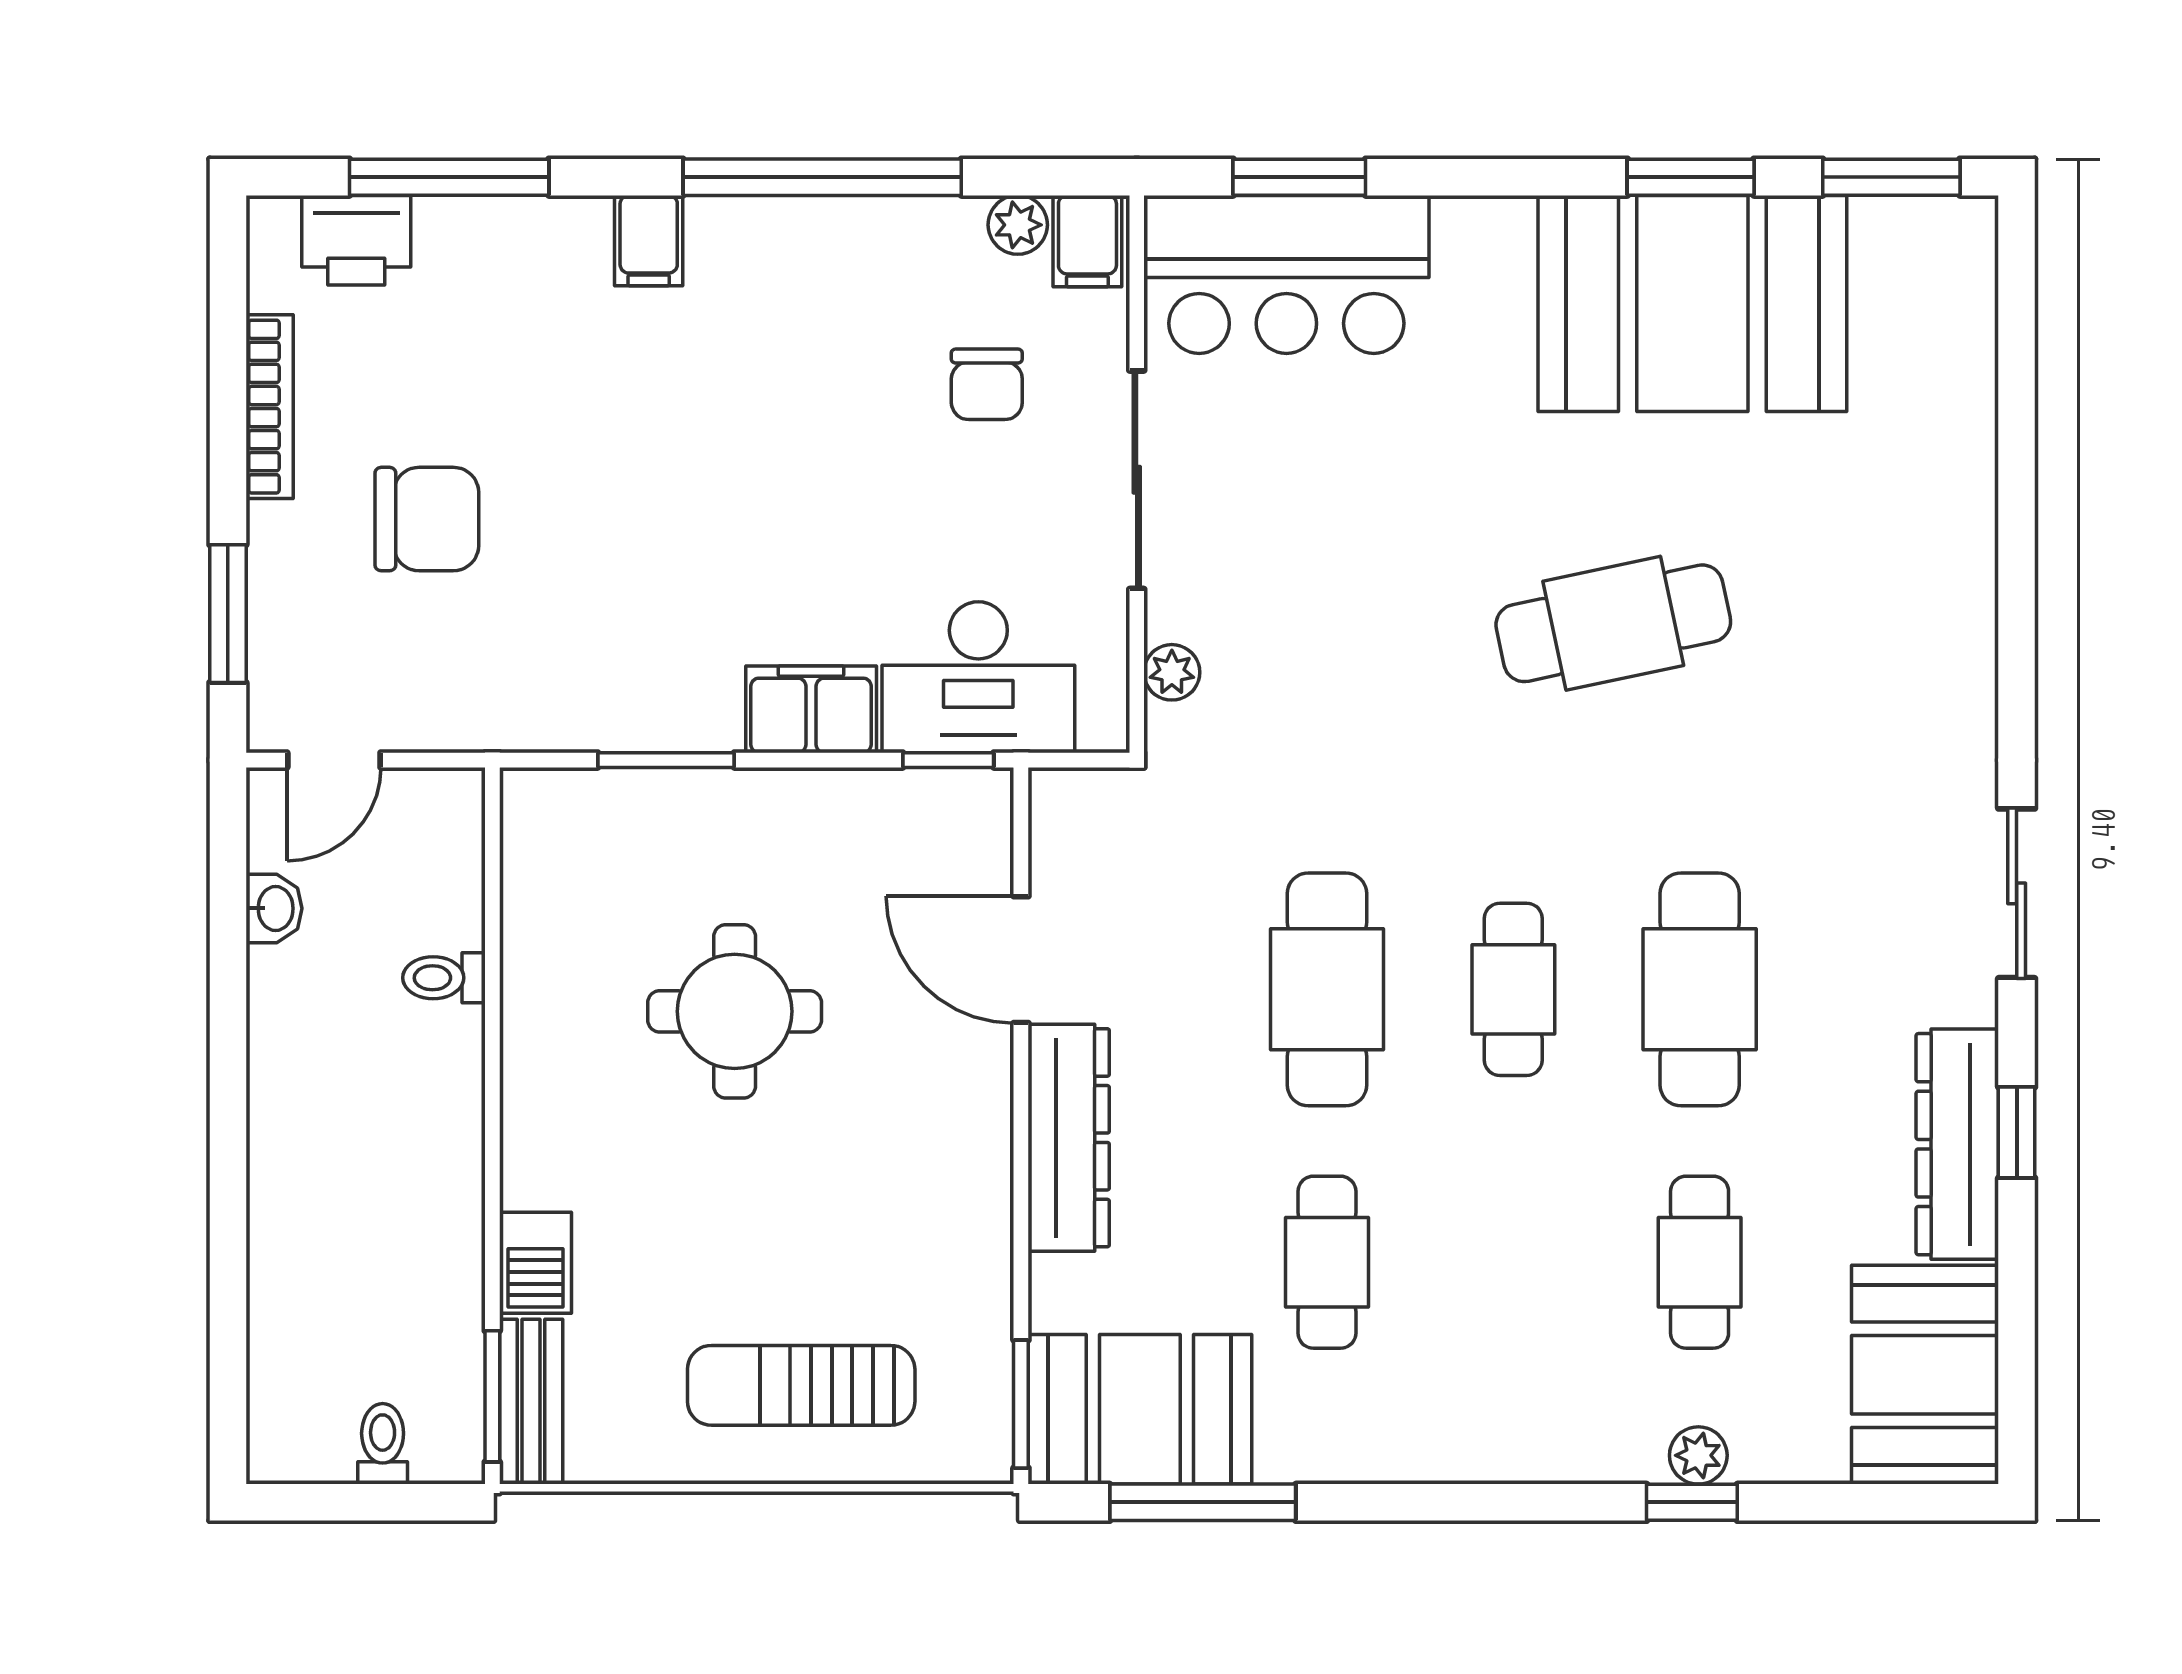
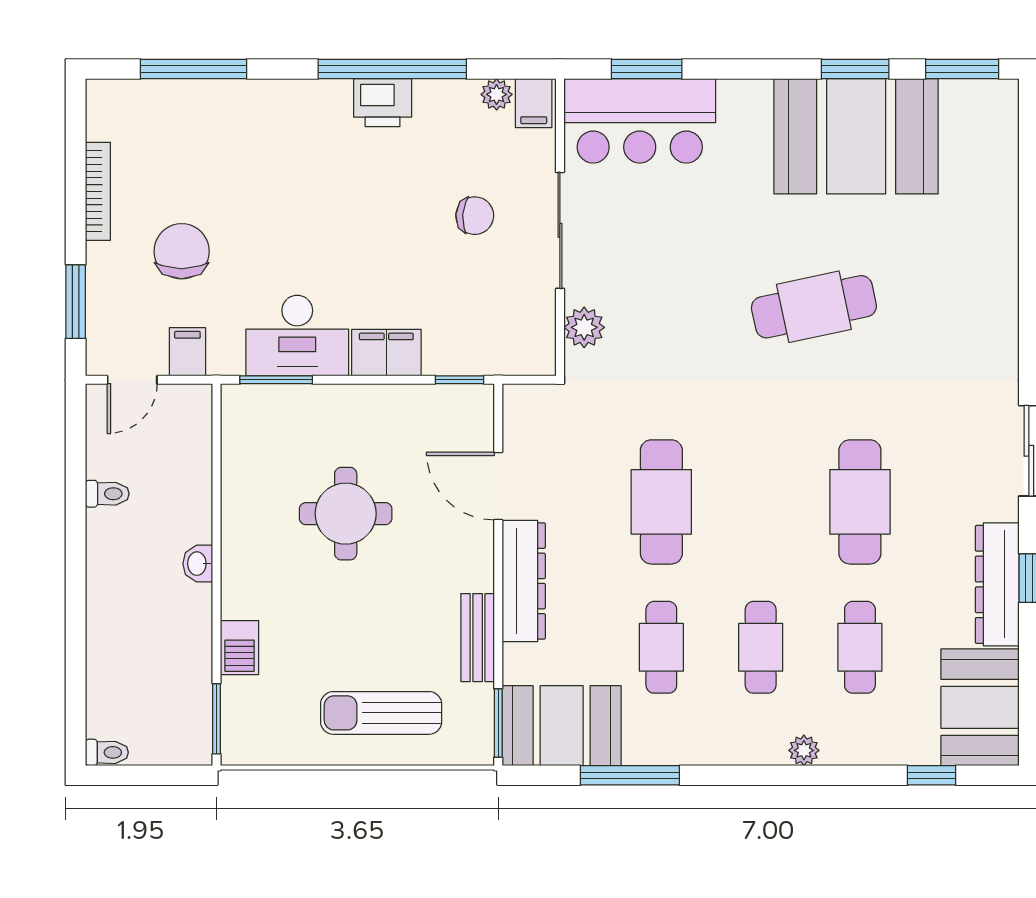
printer: (356, 240) -> (383, 103), moved
filing cabinet: (649, 241) -> (187, 352), moved, turned 180
chair: (987, 384) -> (475, 216), moved, turned -86
chair: (427, 519) -> (182, 251), turned -90
plant: (1172, 672) -> (584, 327), width x1.38, depth x1.38
desk: (978, 677) -> (297, 336), moved
window: (666, 760) -> (276, 380), moved
washbasin: (274, 908) -> (198, 564), moved, turned 180
toilet: (444, 978) -> (107, 494), moved, turned 180
cafe table: (1513, 989) -> (761, 647), moved
bench: (531, 1402) -> (478, 638), moved
toilet: (383, 1444) -> (107, 752), moved, turned 90
plant: (1698, 1455) -> (804, 750), moved
window: (1203, 1502) -> (630, 775), moved
window: (1692, 1502) -> (931, 775), moved

